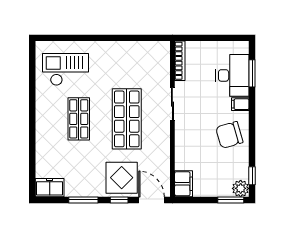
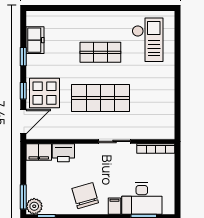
printer: (184, 158) -> (63, 153), added
freezer: (50, 188) -> (35, 40), moved
window: (83, 200) -> (23, 57), width x0.67

